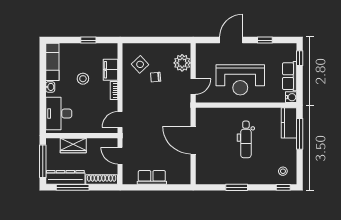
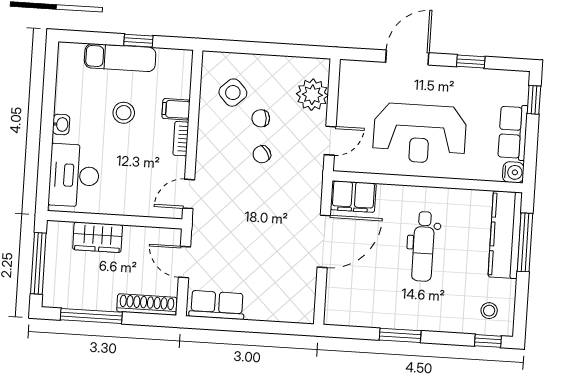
exam couch: (52, 62) -> (120, 58), moved, turned 90
filing cabinet: (110, 70) -> (176, 109), width x0.50
chair: (157, 96) -> (262, 154), added
filing cabinet: (207, 115) -> (353, 197), added
kitchen counter: (289, 123) -> (505, 235), width x1.50
door: (193, 140) -> (324, 241), swing flipped
dresser: (65, 177) -> (79, 296), removed
row of seats: (152, 177) -> (217, 305), moved

